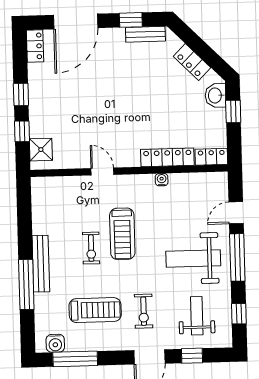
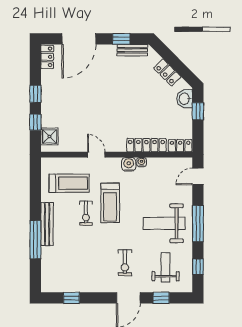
door: (236, 213) -> (198, 176), moved
treadmill: (95, 310) -> (69, 183), moved
water cooler: (55, 343) -> (129, 164), moved, turned 180
window: (75, 359) -> (71, 298), width x0.46

